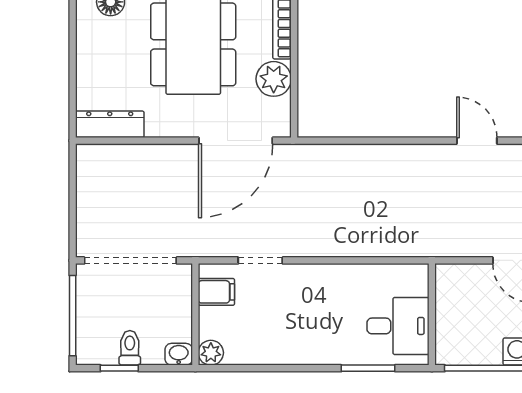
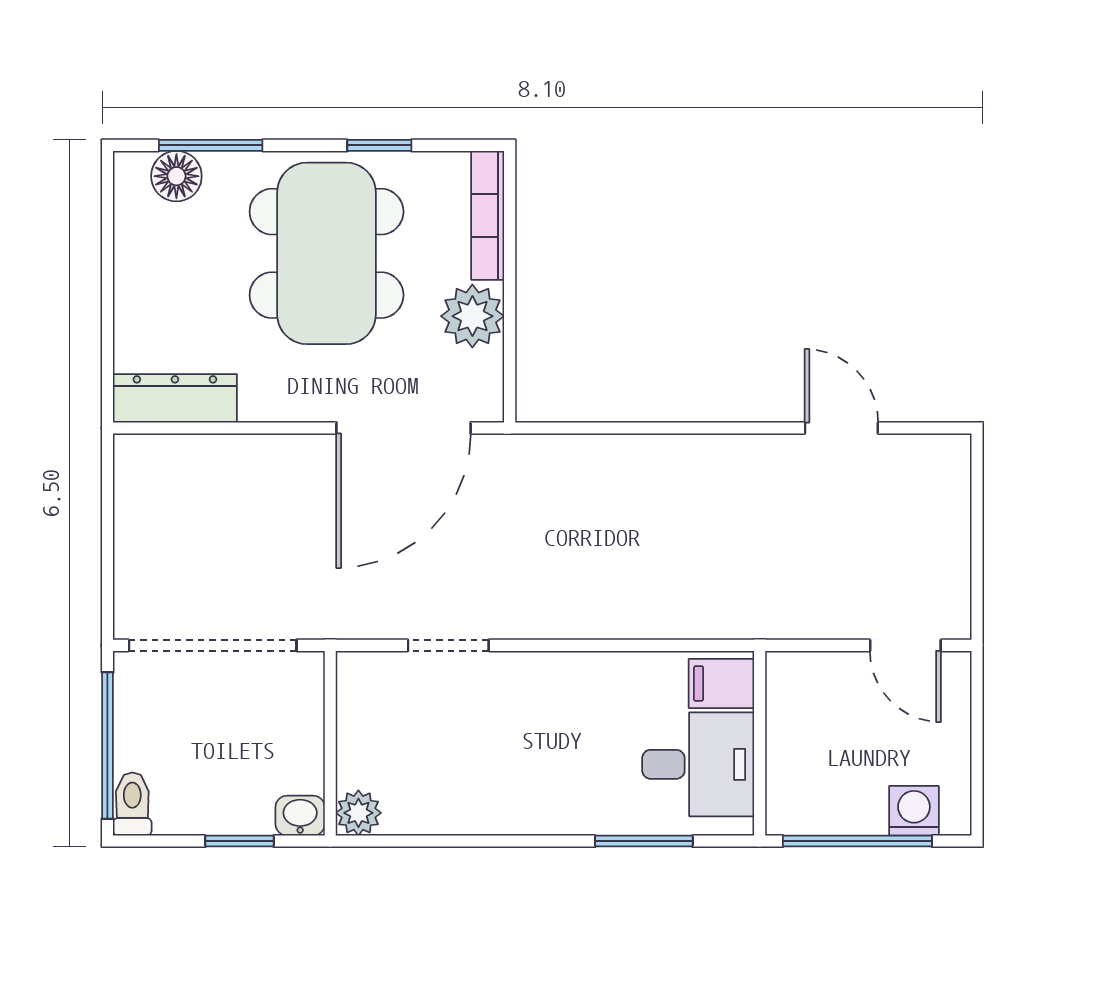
filing cabinet: (216, 292) -> (721, 683), moved, turned 180
toilet: (130, 348) -> (132, 804), moved
window: (119, 368) -> (239, 841), moved

